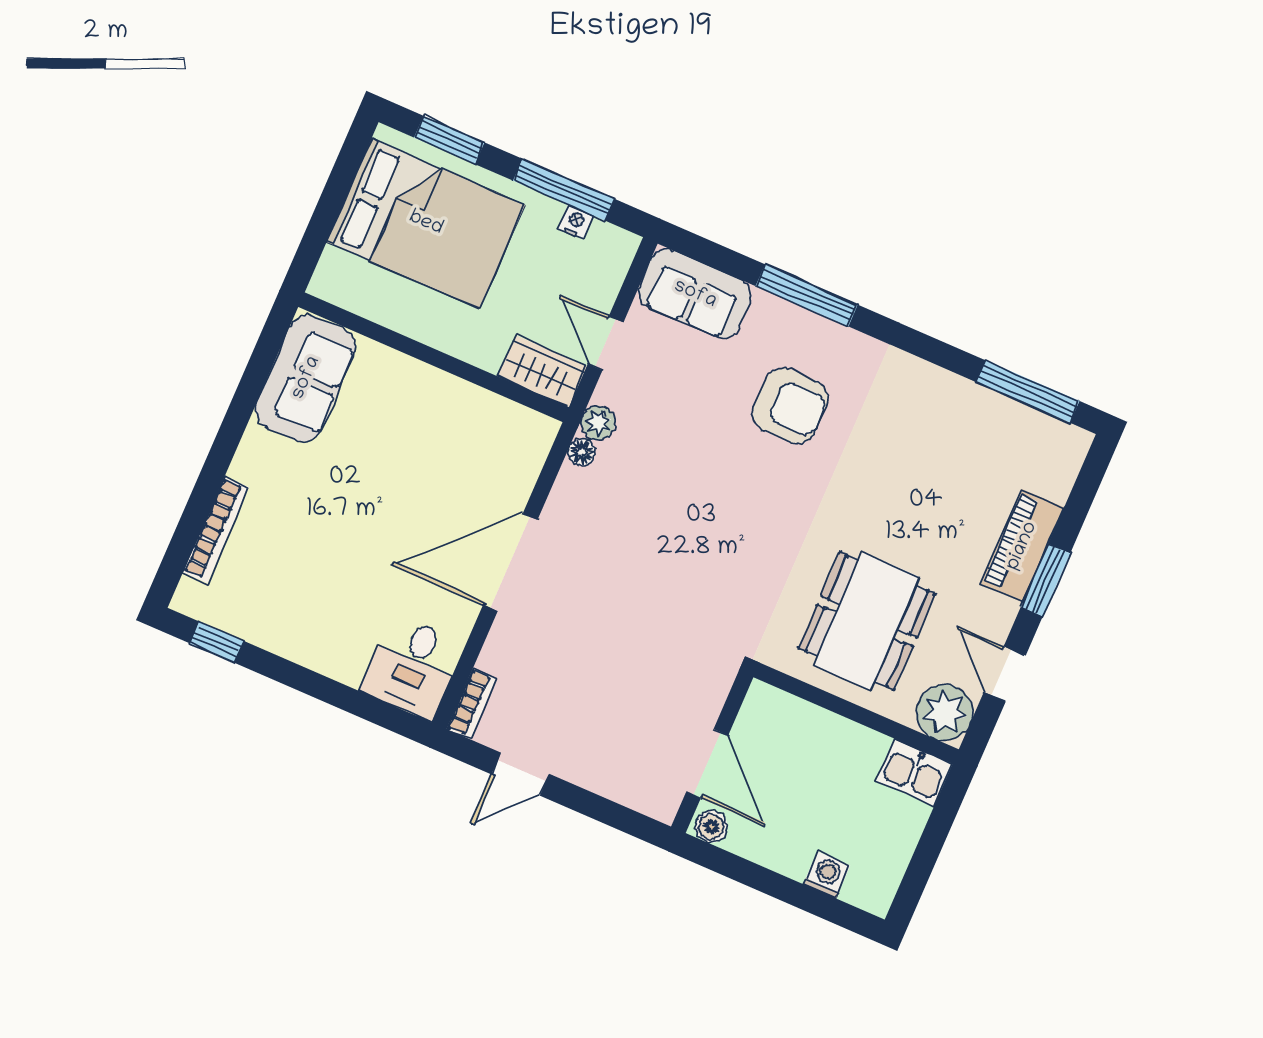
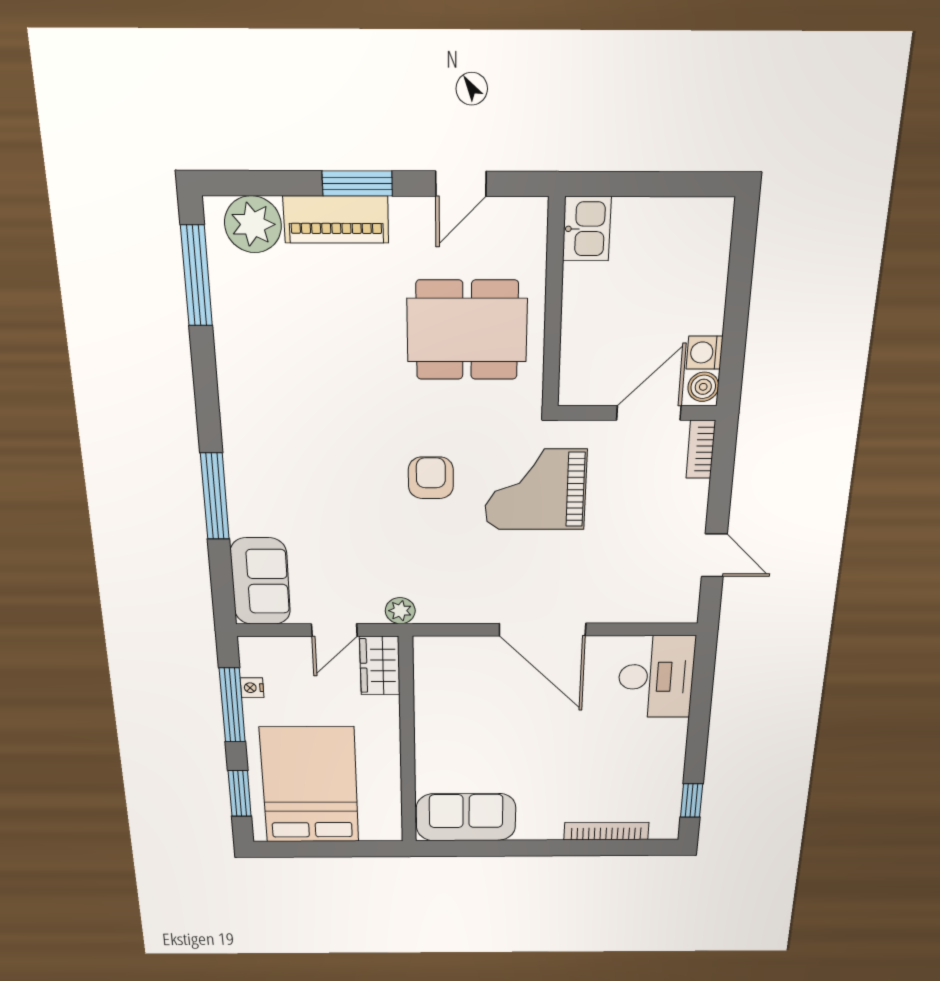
armchair: (790, 406) -> (431, 478), moved, width x0.72, depth x0.72
floor lamp: (582, 452) -> (430, 613), removed
grand piano: (674, 620) -> (535, 490), added
desk: (412, 667) -> (656, 677), width x1.37
bookcase: (472, 704) -> (701, 449), moved, turned -90
plant: (944, 712) -> (253, 224), moved
washing machine: (827, 875) -> (705, 353), moved

